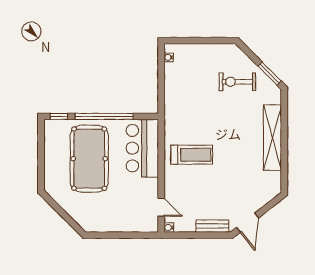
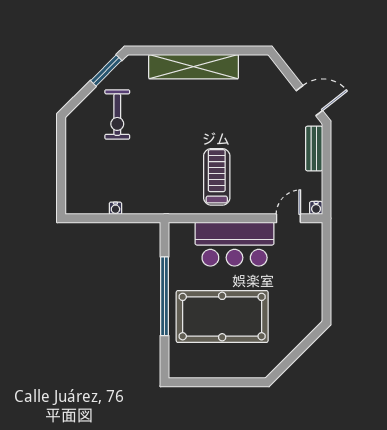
water cooler: (169, 57) -> (115, 208), moved
window: (59, 116) -> (165, 358), removed
bar counter: (142, 148) -> (235, 244), moved

